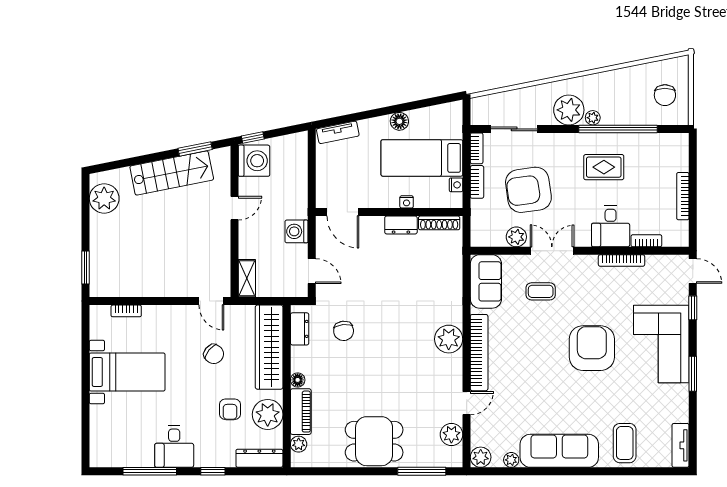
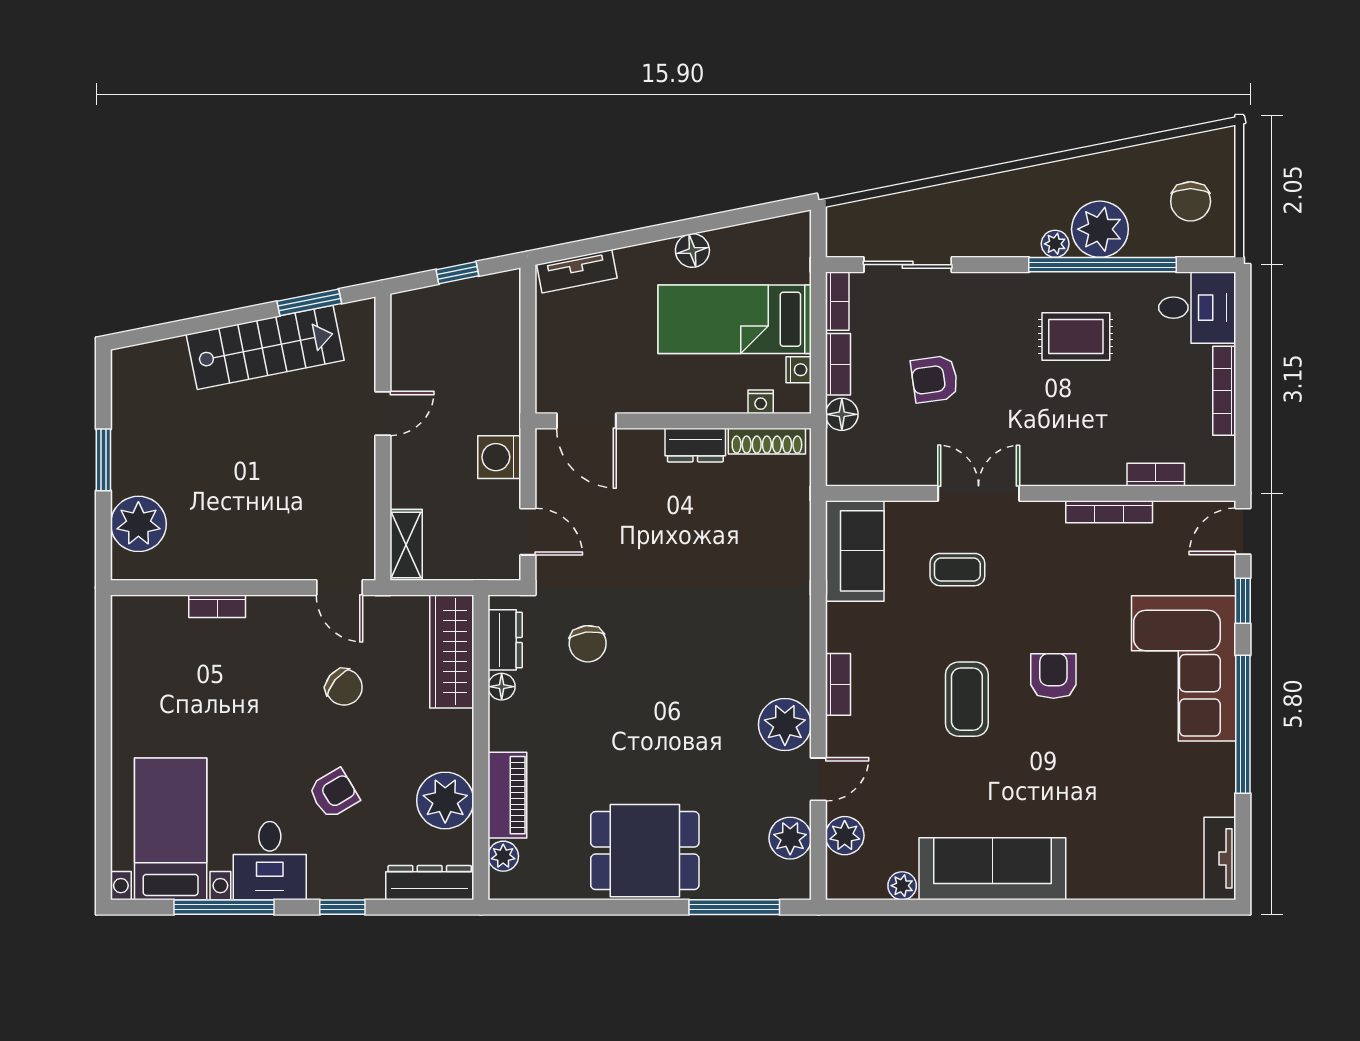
plant: (569, 110) -> (1100, 229), moved
window: (253, 137) -> (457, 273), moved
washing machine: (254, 161) -> (420, 324), removed
armchair: (528, 190) -> (935, 379), width x0.53, depth x0.53
plant: (104, 198) -> (138, 524), moved
nightstand: (407, 202) -> (761, 402), moved
floor lamp: (479, 209) -> (842, 414), added
desk: (611, 226) -> (1197, 308), moved, turned -90
plant: (516, 237) -> (912, 467), removed
window: (85, 268) -> (103, 460), moved
door: (693, 271) -> (1243, 531), swing flipped
bookcase: (126, 311) -> (217, 606), moved
plant: (449, 339) -> (785, 725), moved
wardrobe: (269, 347) -> (452, 651), width x0.71, depth x0.85
armchair: (592, 348) -> (1053, 676), width x0.53, depth x0.53
bookcase: (479, 353) -> (838, 684), width x0.43, depth x0.76
bed with nightstands: (127, 372) -> (171, 829), moved, turned -90
window: (693, 374) -> (1243, 724), width x2.11
floor lamp: (298, 380) -> (502, 687), moved
armchair: (230, 409) -> (334, 794), moved, turned -121
coffee table: (625, 443) -> (967, 699), moved
plant: (481, 457) -> (845, 836), moved

